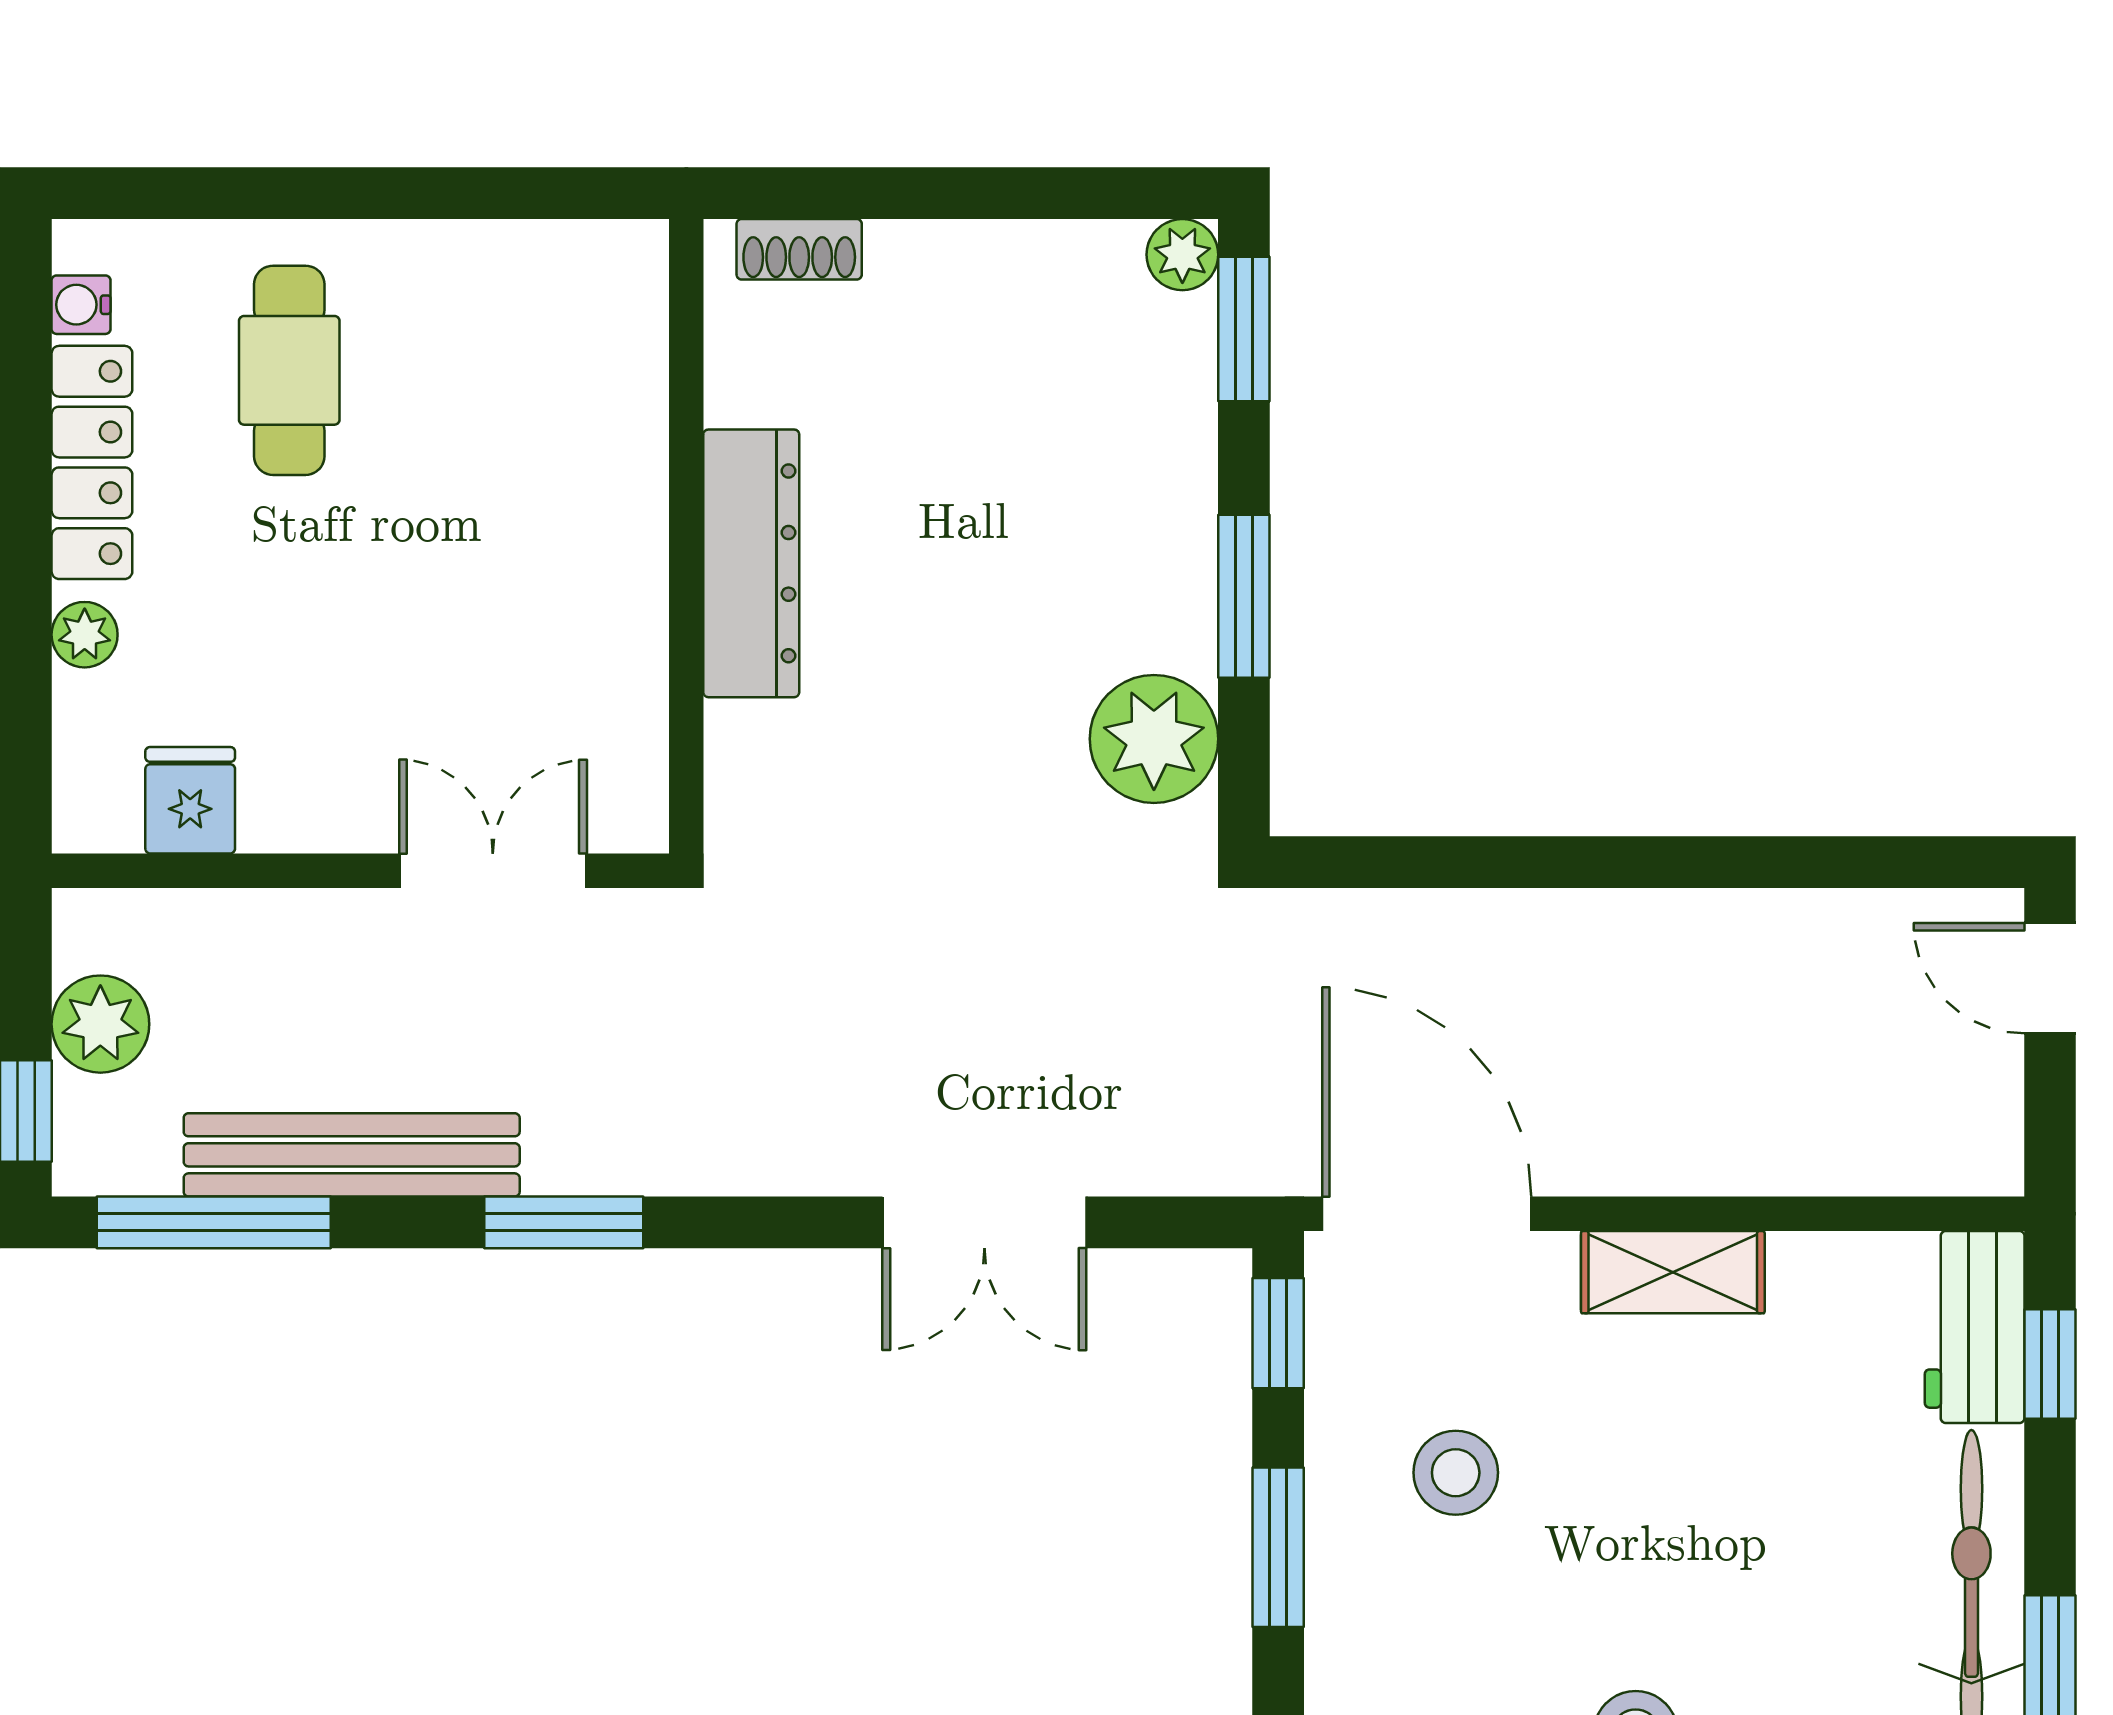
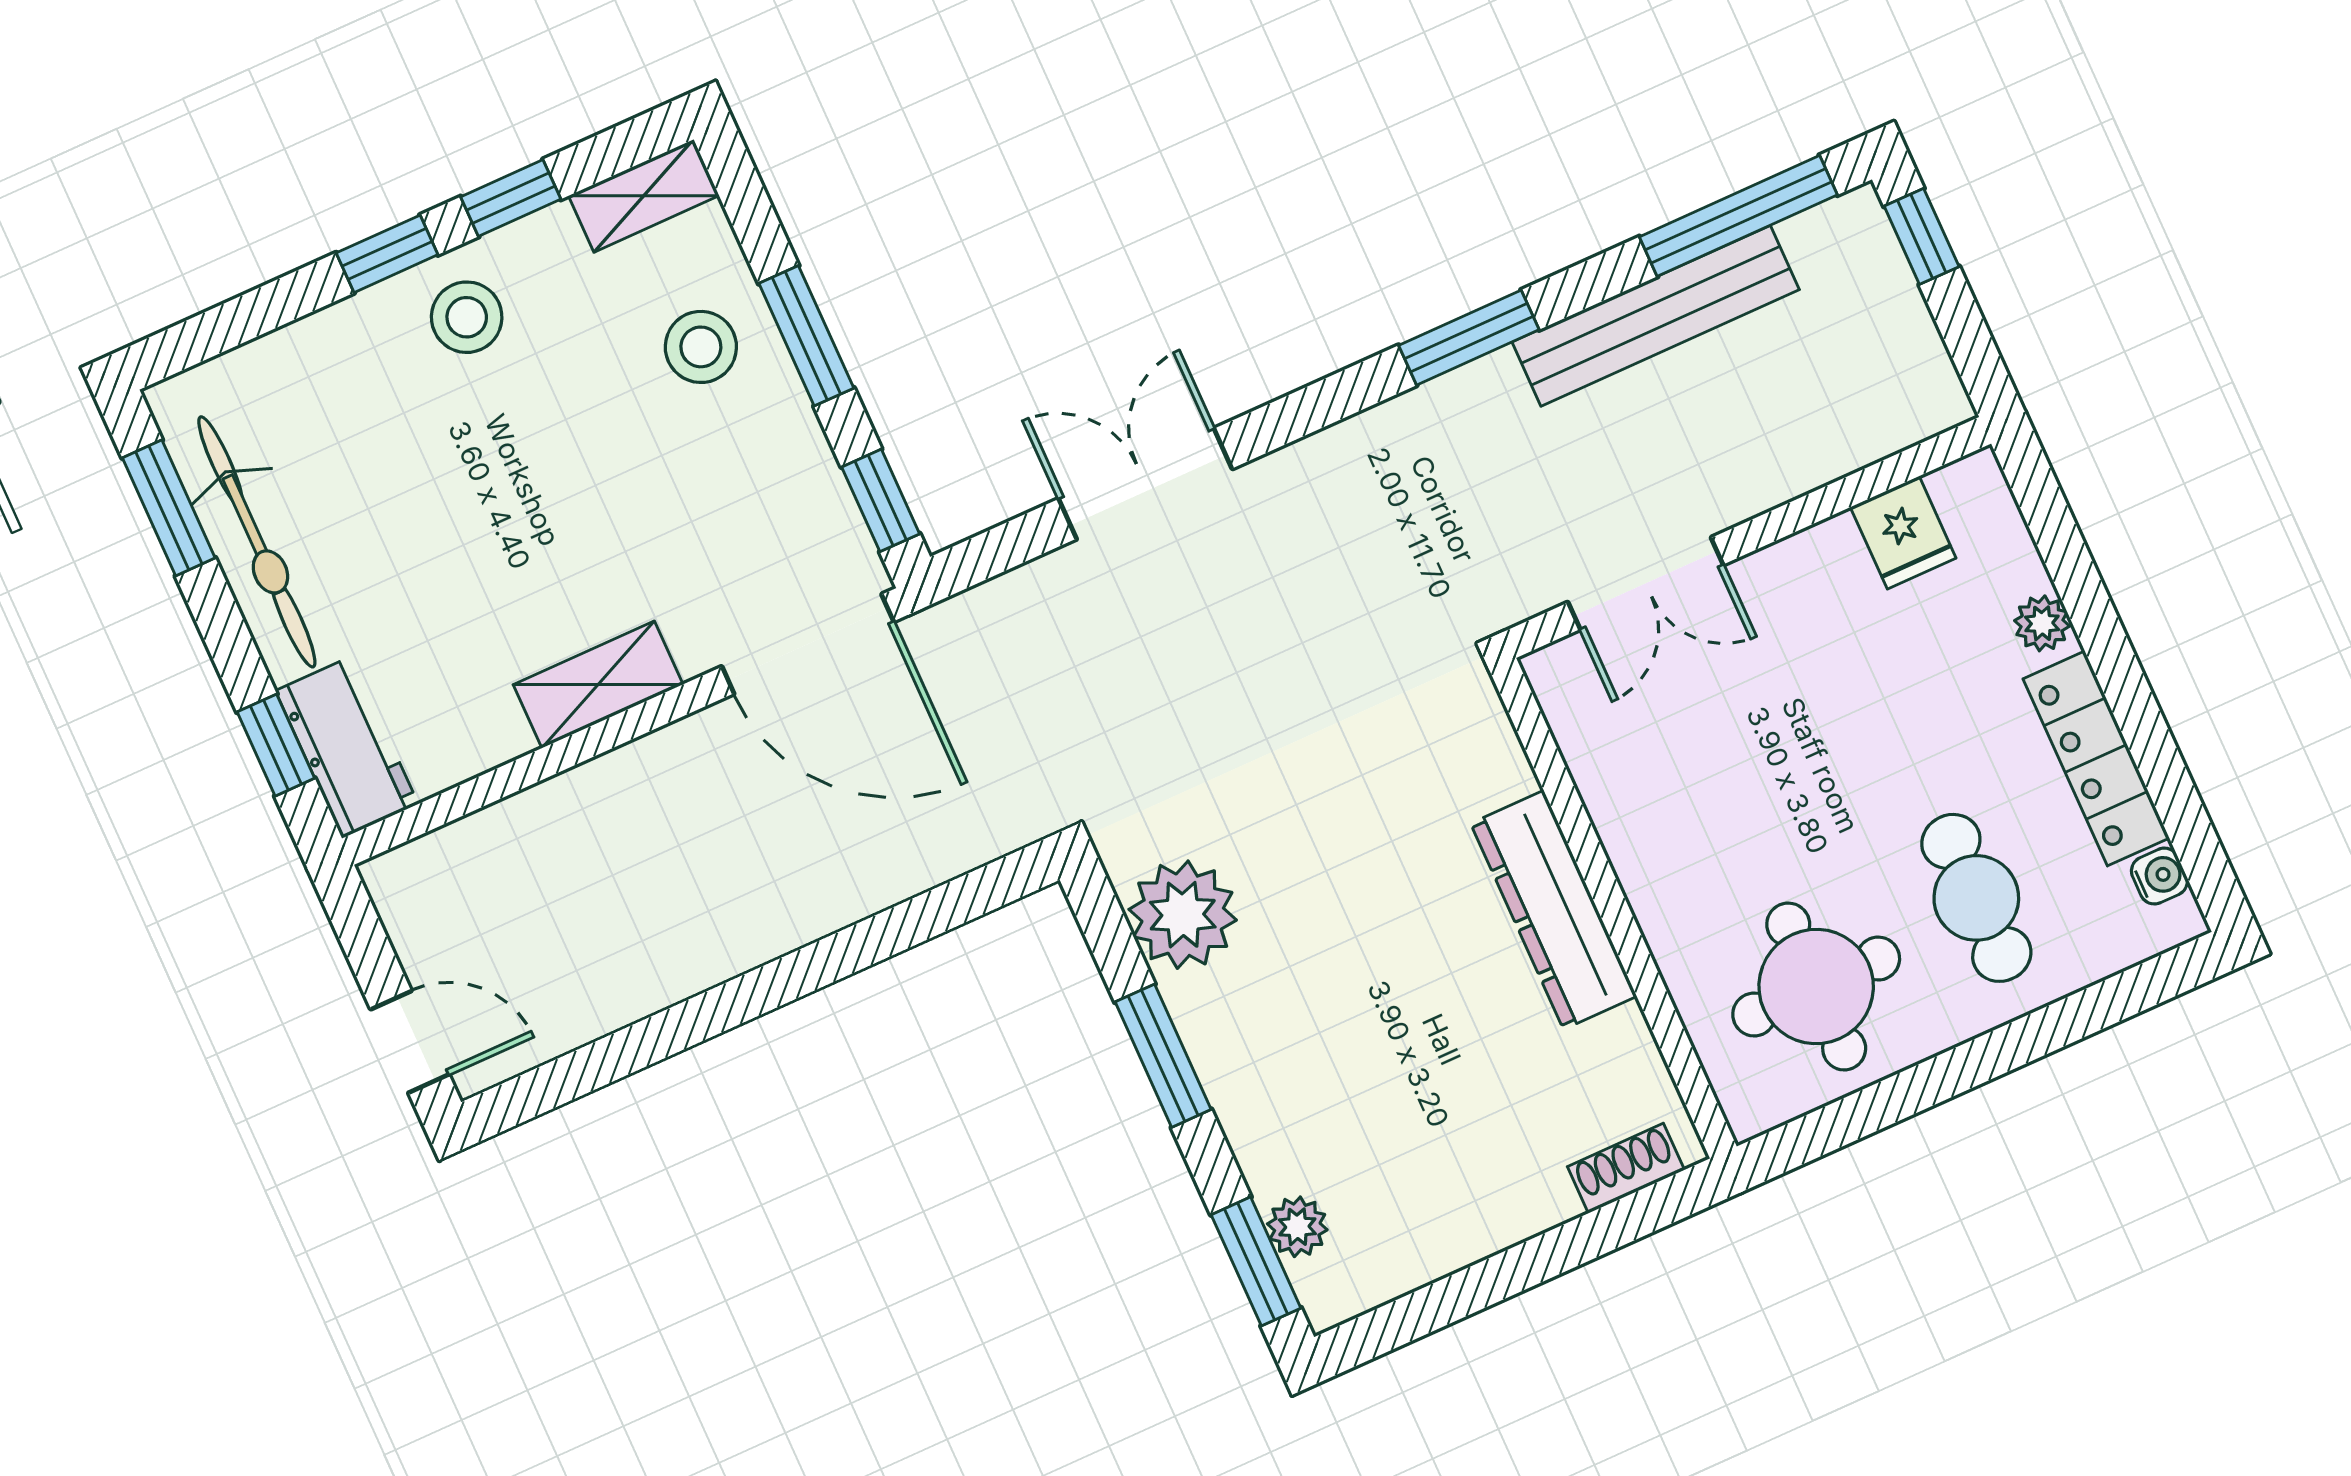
plant: (1182, 255) -> (1297, 1227), moved
round table: (505, 353) -> (1816, 987), added
plant: (100, 1024) -> (1894, 329), removed
stool: (1456, 1473) -> (701, 347), moved

